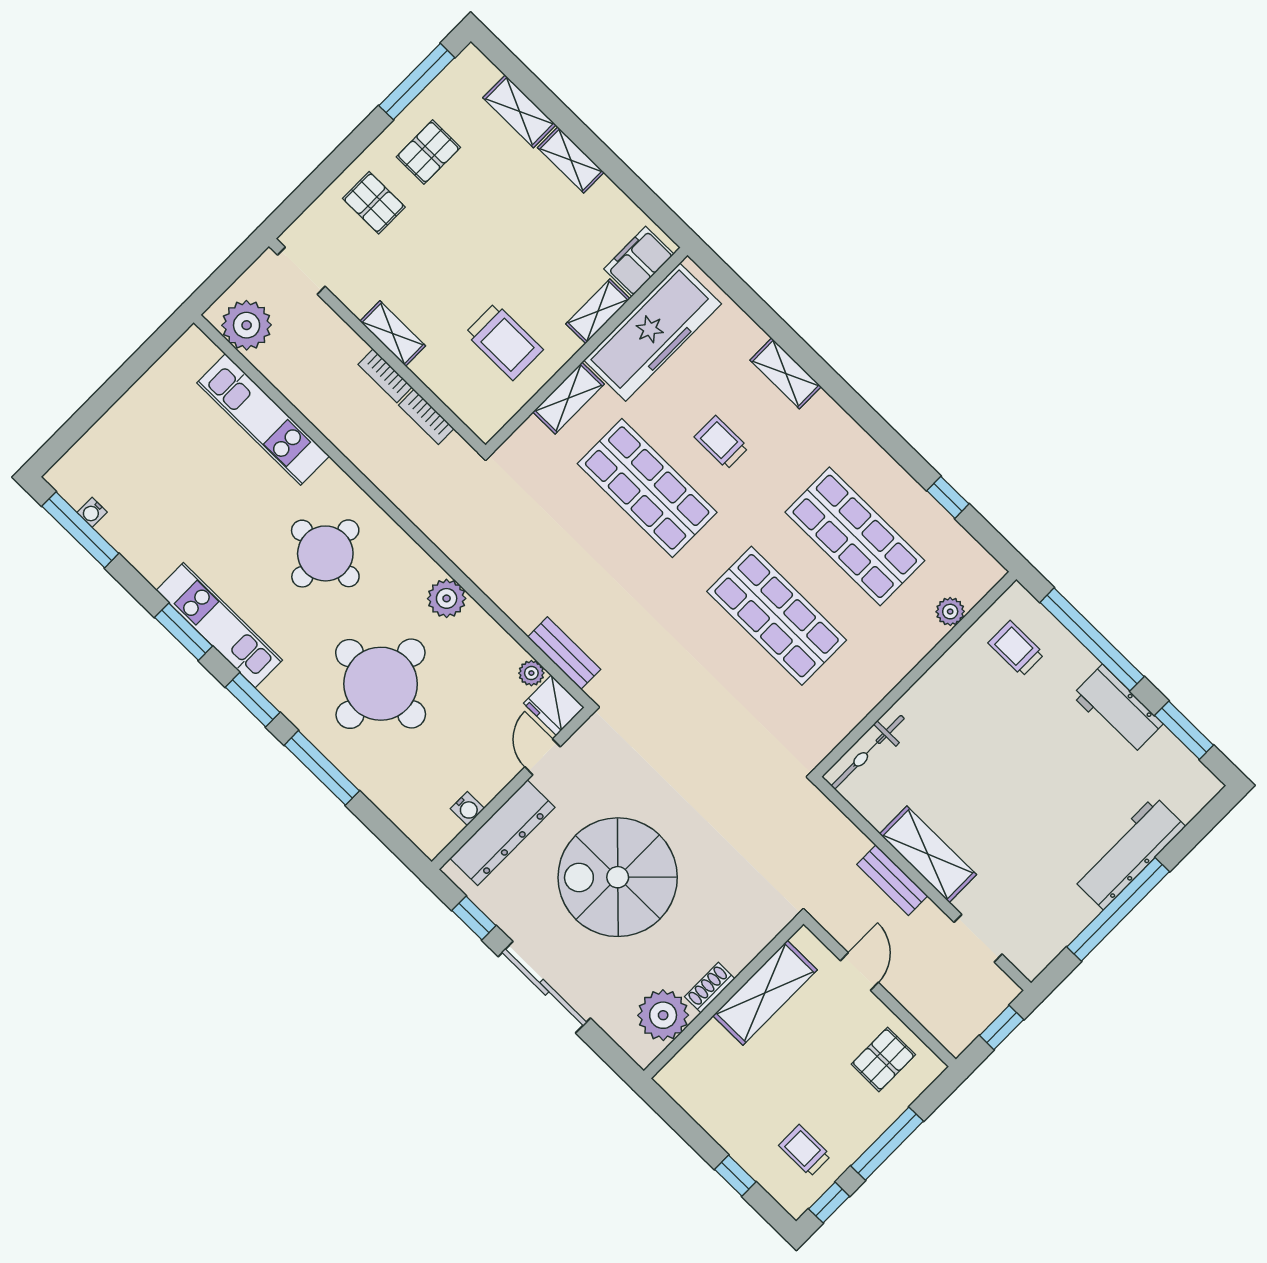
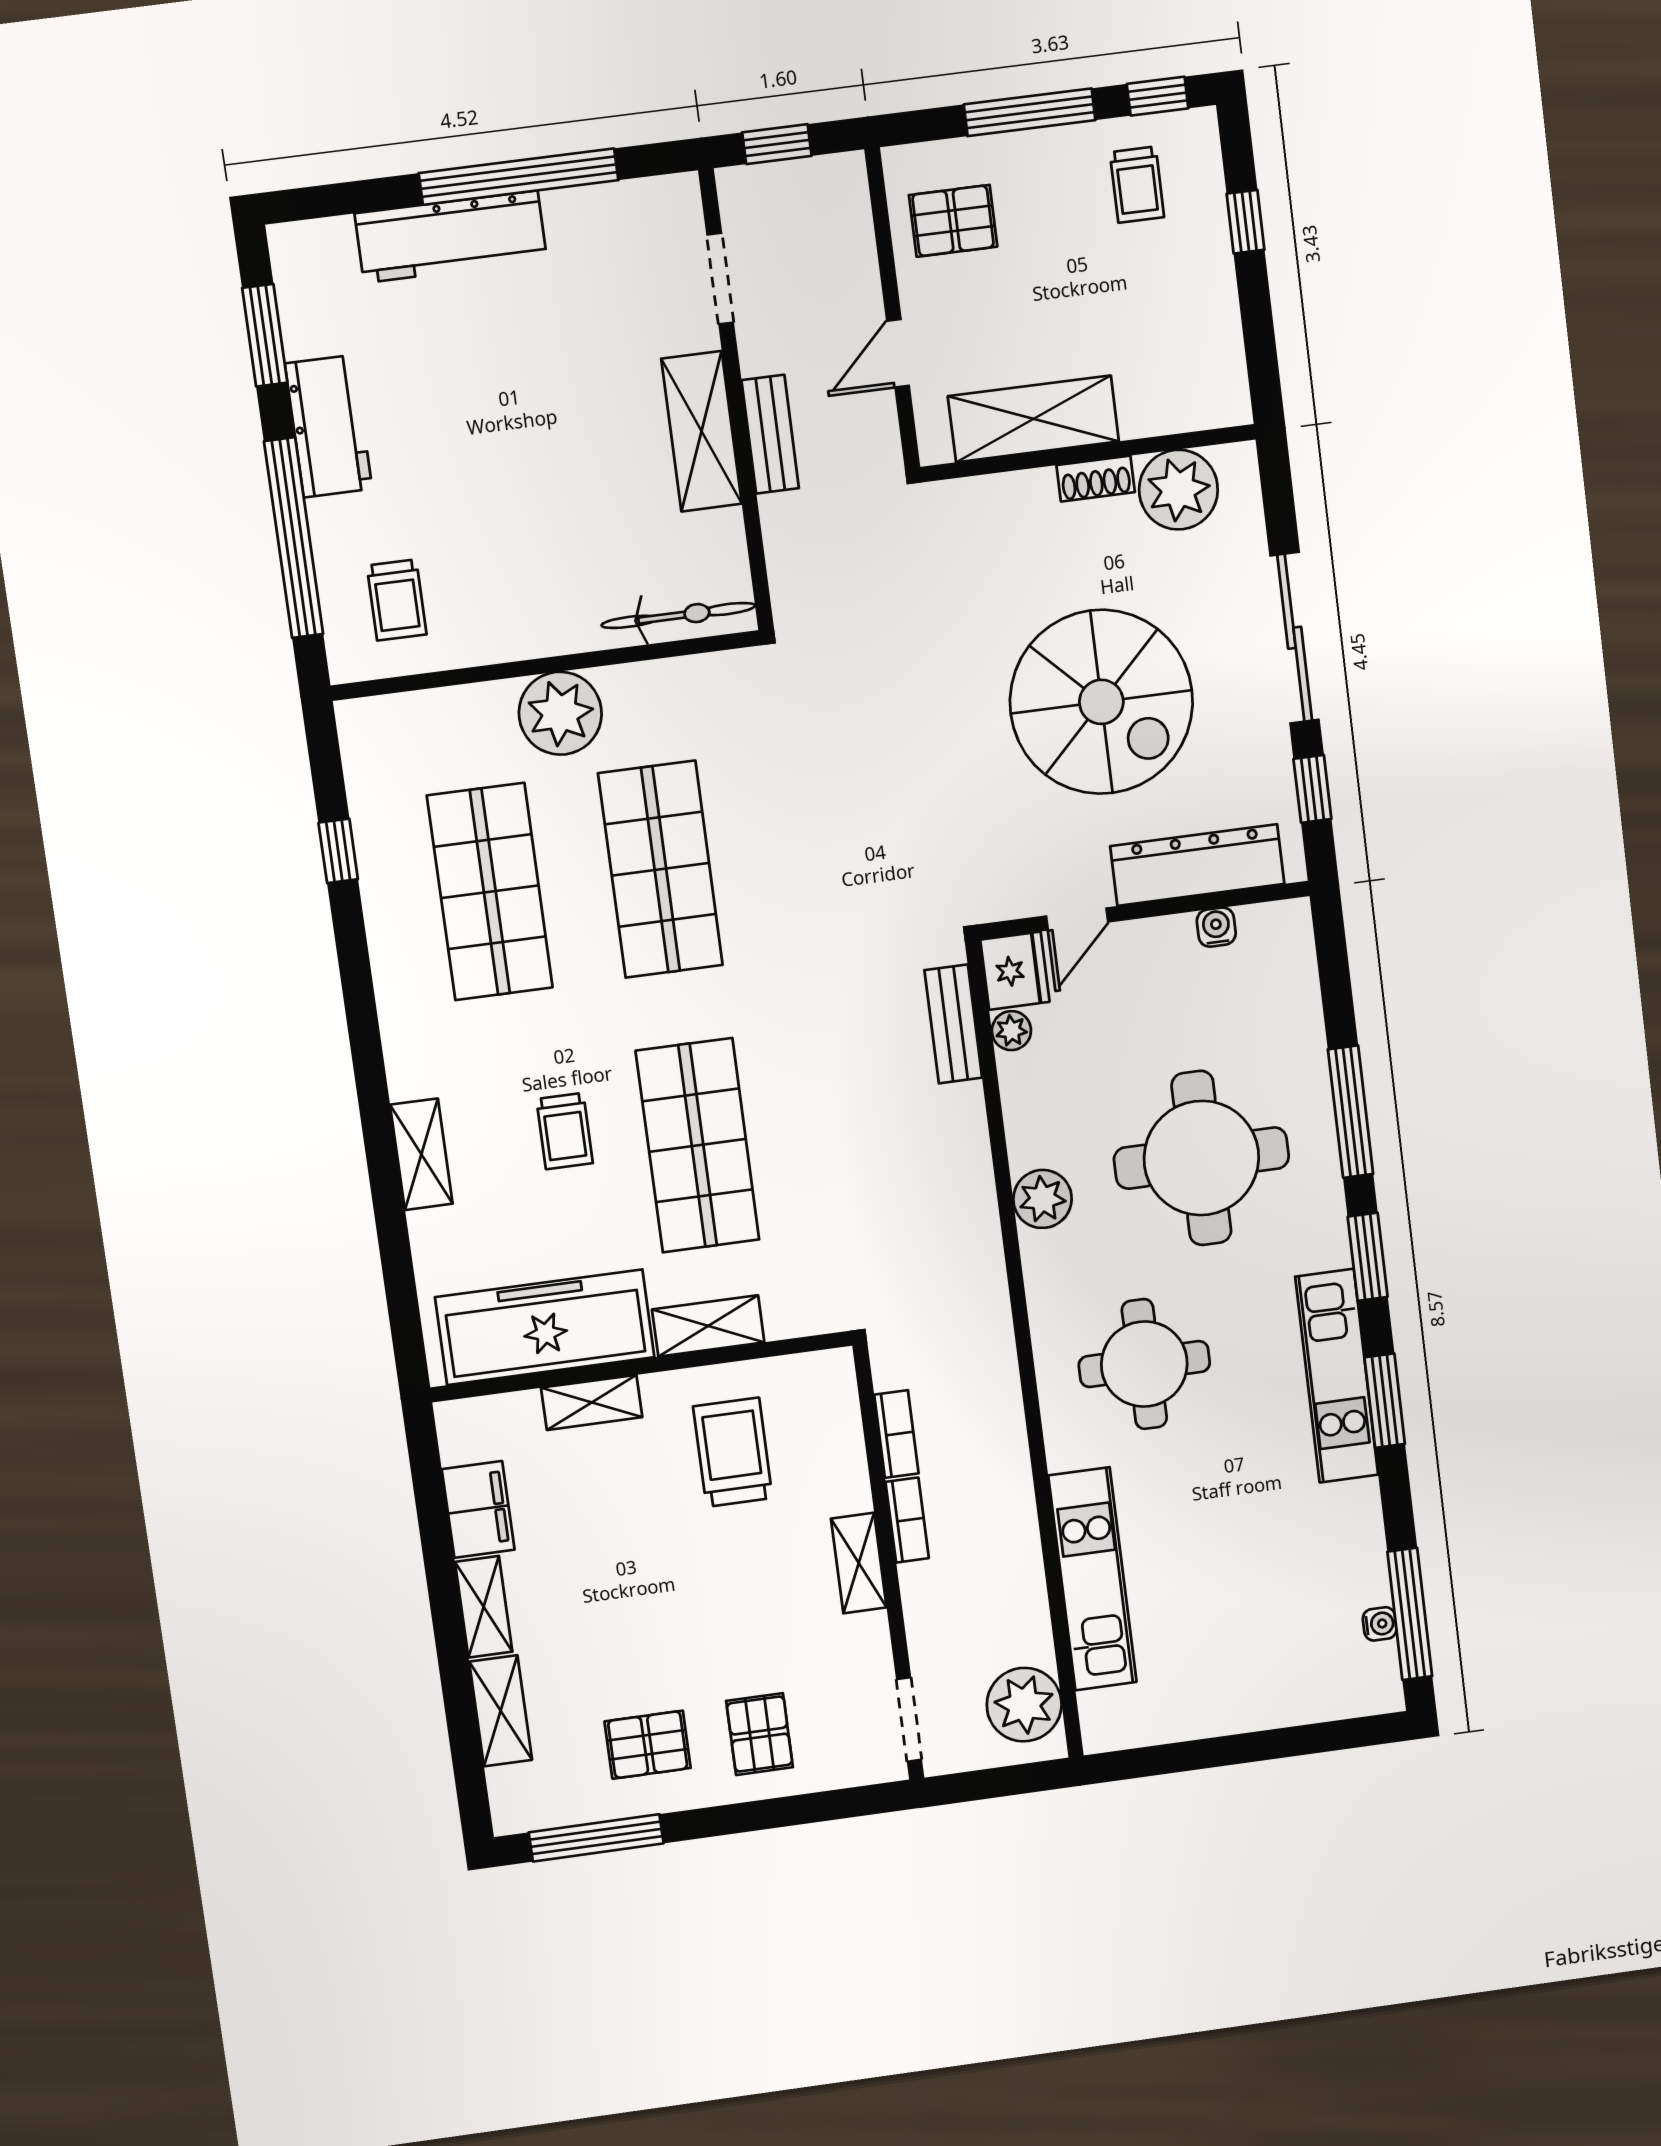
filing cabinet: (639, 262) -> (478, 1509), moved, turned -90
plant: (950, 612) -> (560, 713), moved, width x1.88, depth x1.88

